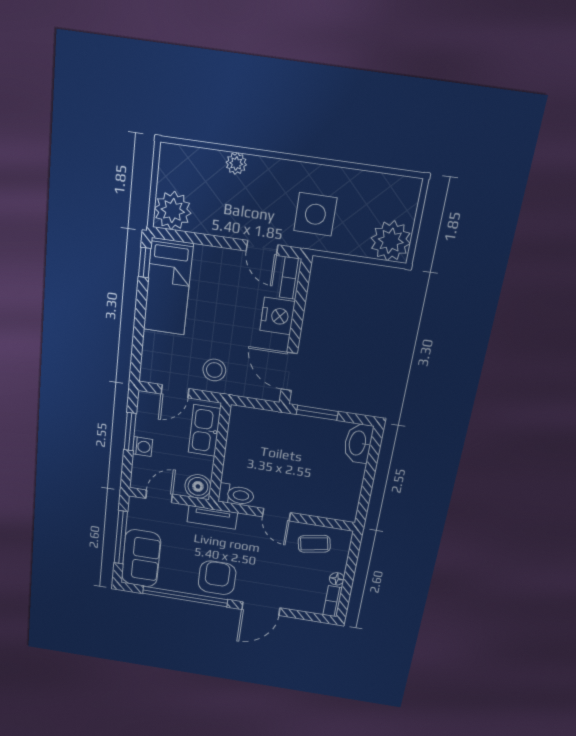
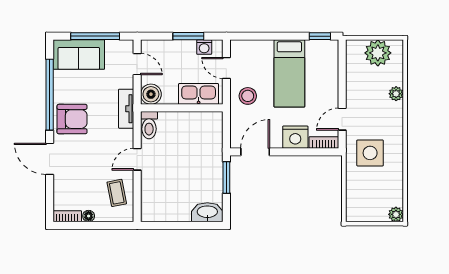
plant: (173, 211) -> (378, 53), moved
plant: (391, 241) -> (396, 214), moved, width x0.53, depth x0.53
bed: (168, 287) -> (289, 73), moved, turned -90
washing machine: (142, 447) -> (204, 47), moved

